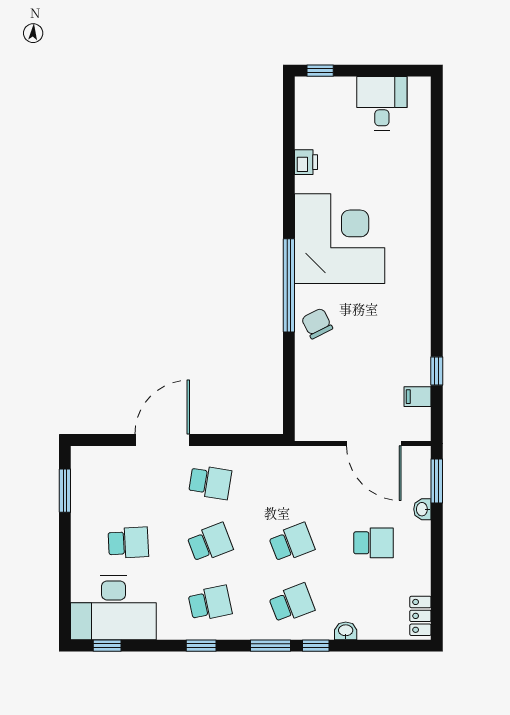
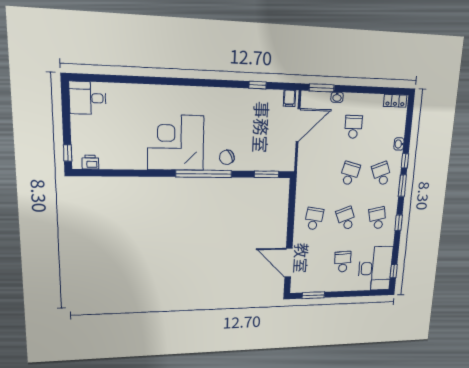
desk: (382, 103) -> (88, 98), moved
printer: (306, 162) -> (90, 162), moved
window: (289, 393) -> (267, 174), added
filing cabinet: (418, 397) -> (289, 98), moved
door: (162, 440) -> (289, 263), moved
school desk: (292, 543) -> (350, 174), turned 36

